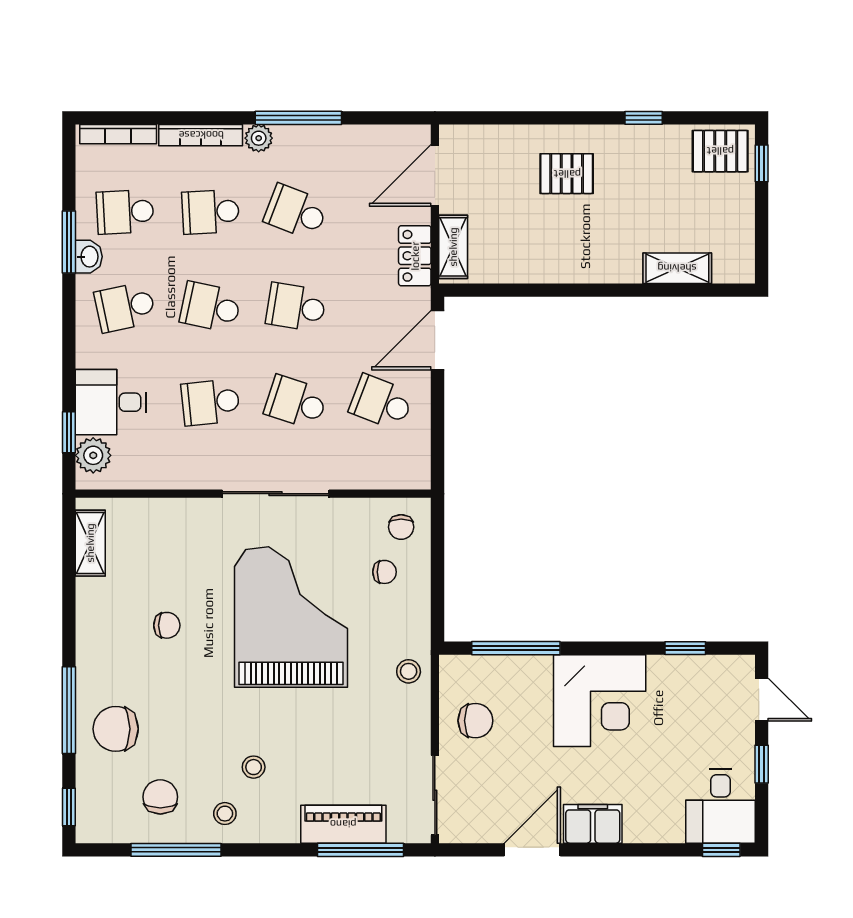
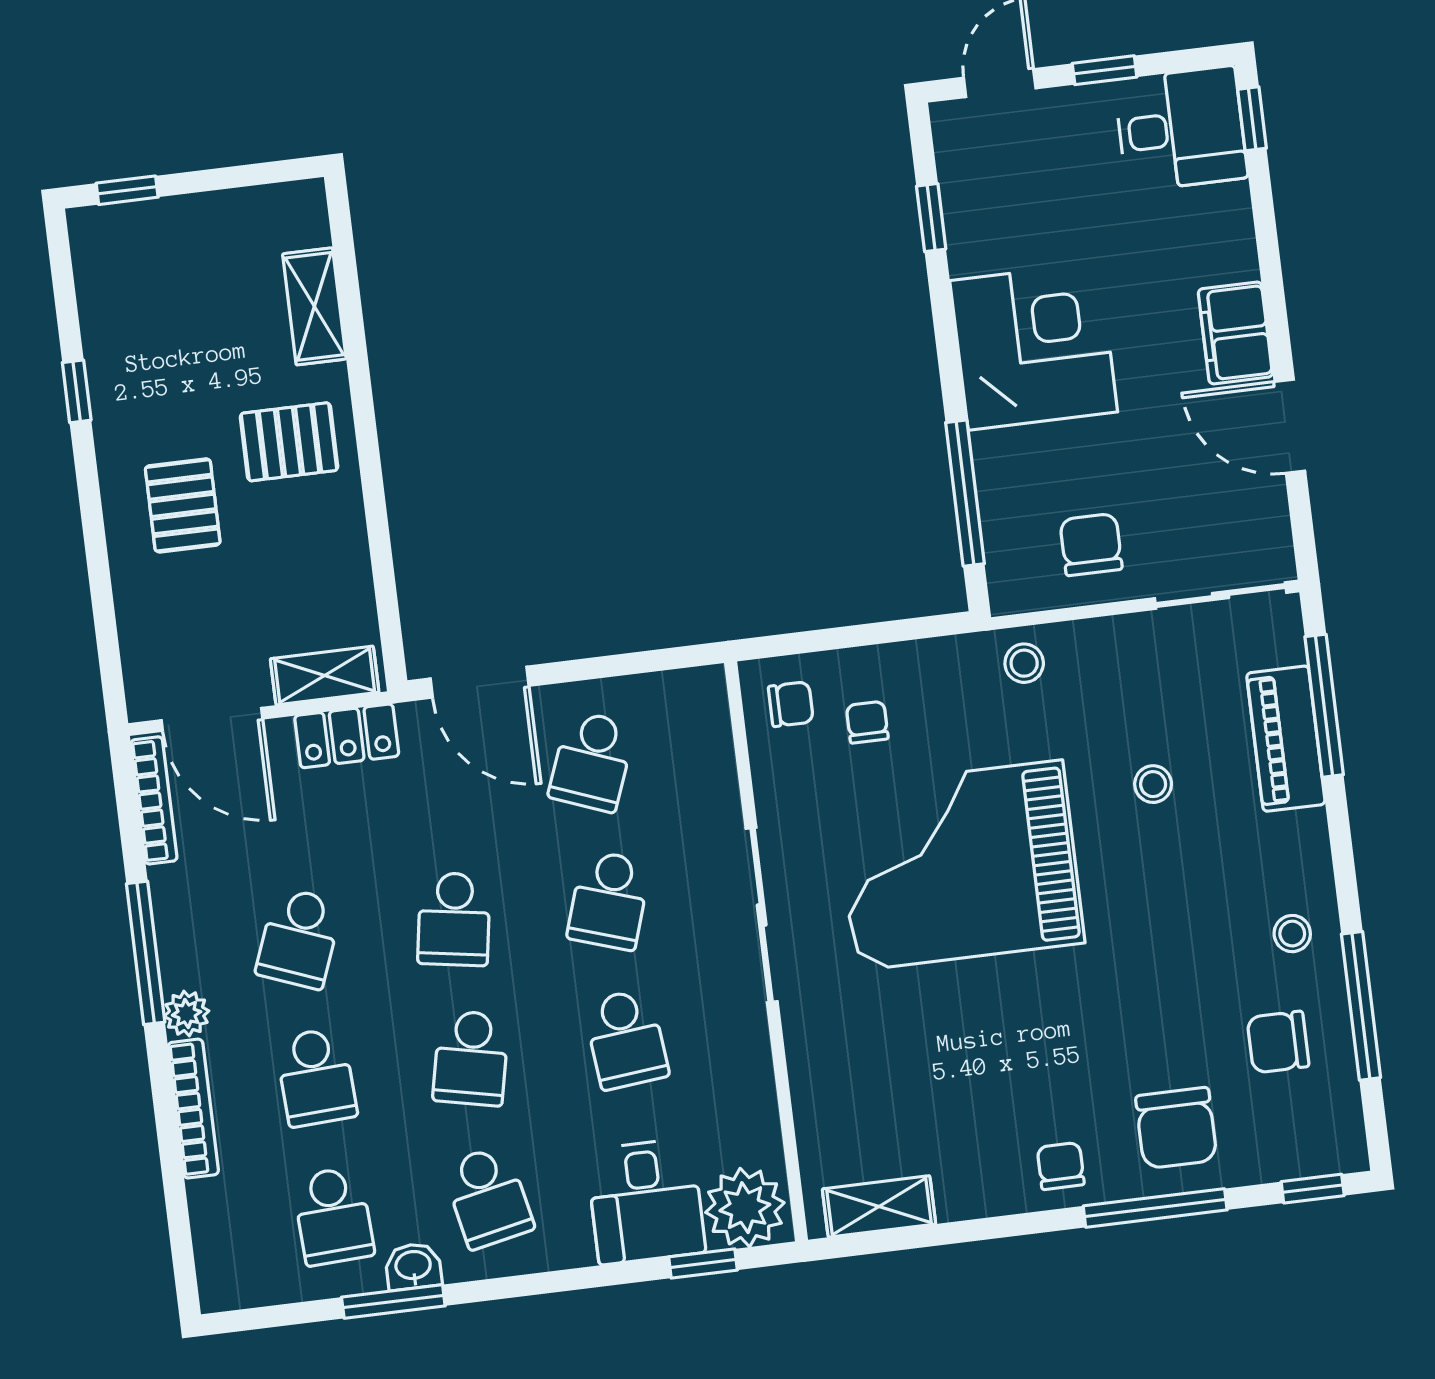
bookcase: (118, 134) -> (154, 800), moved
pallet: (720, 151) -> (289, 442), moved, turned 90
plant: (93, 455) -> (745, 1208), width x1.36, depth x1.36
chair: (167, 625) -> (1061, 1166), moved
stool: (254, 767) -> (1153, 784), moved

